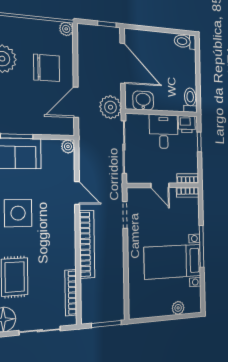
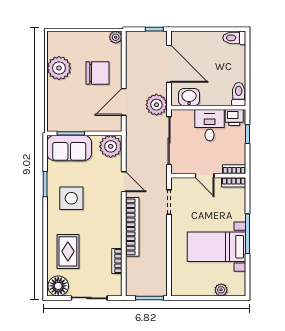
plant: (68, 146) -> (111, 146), width x1.88, depth x1.88
bookcase: (71, 293) -> (117, 261), width x0.64

